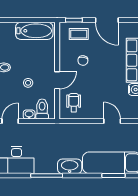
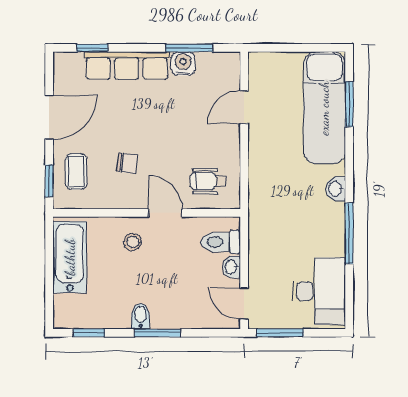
stool: (28, 83) -> (133, 242), moved
washbasin: (70, 166) -> (336, 189), width x0.52, depth x0.69

